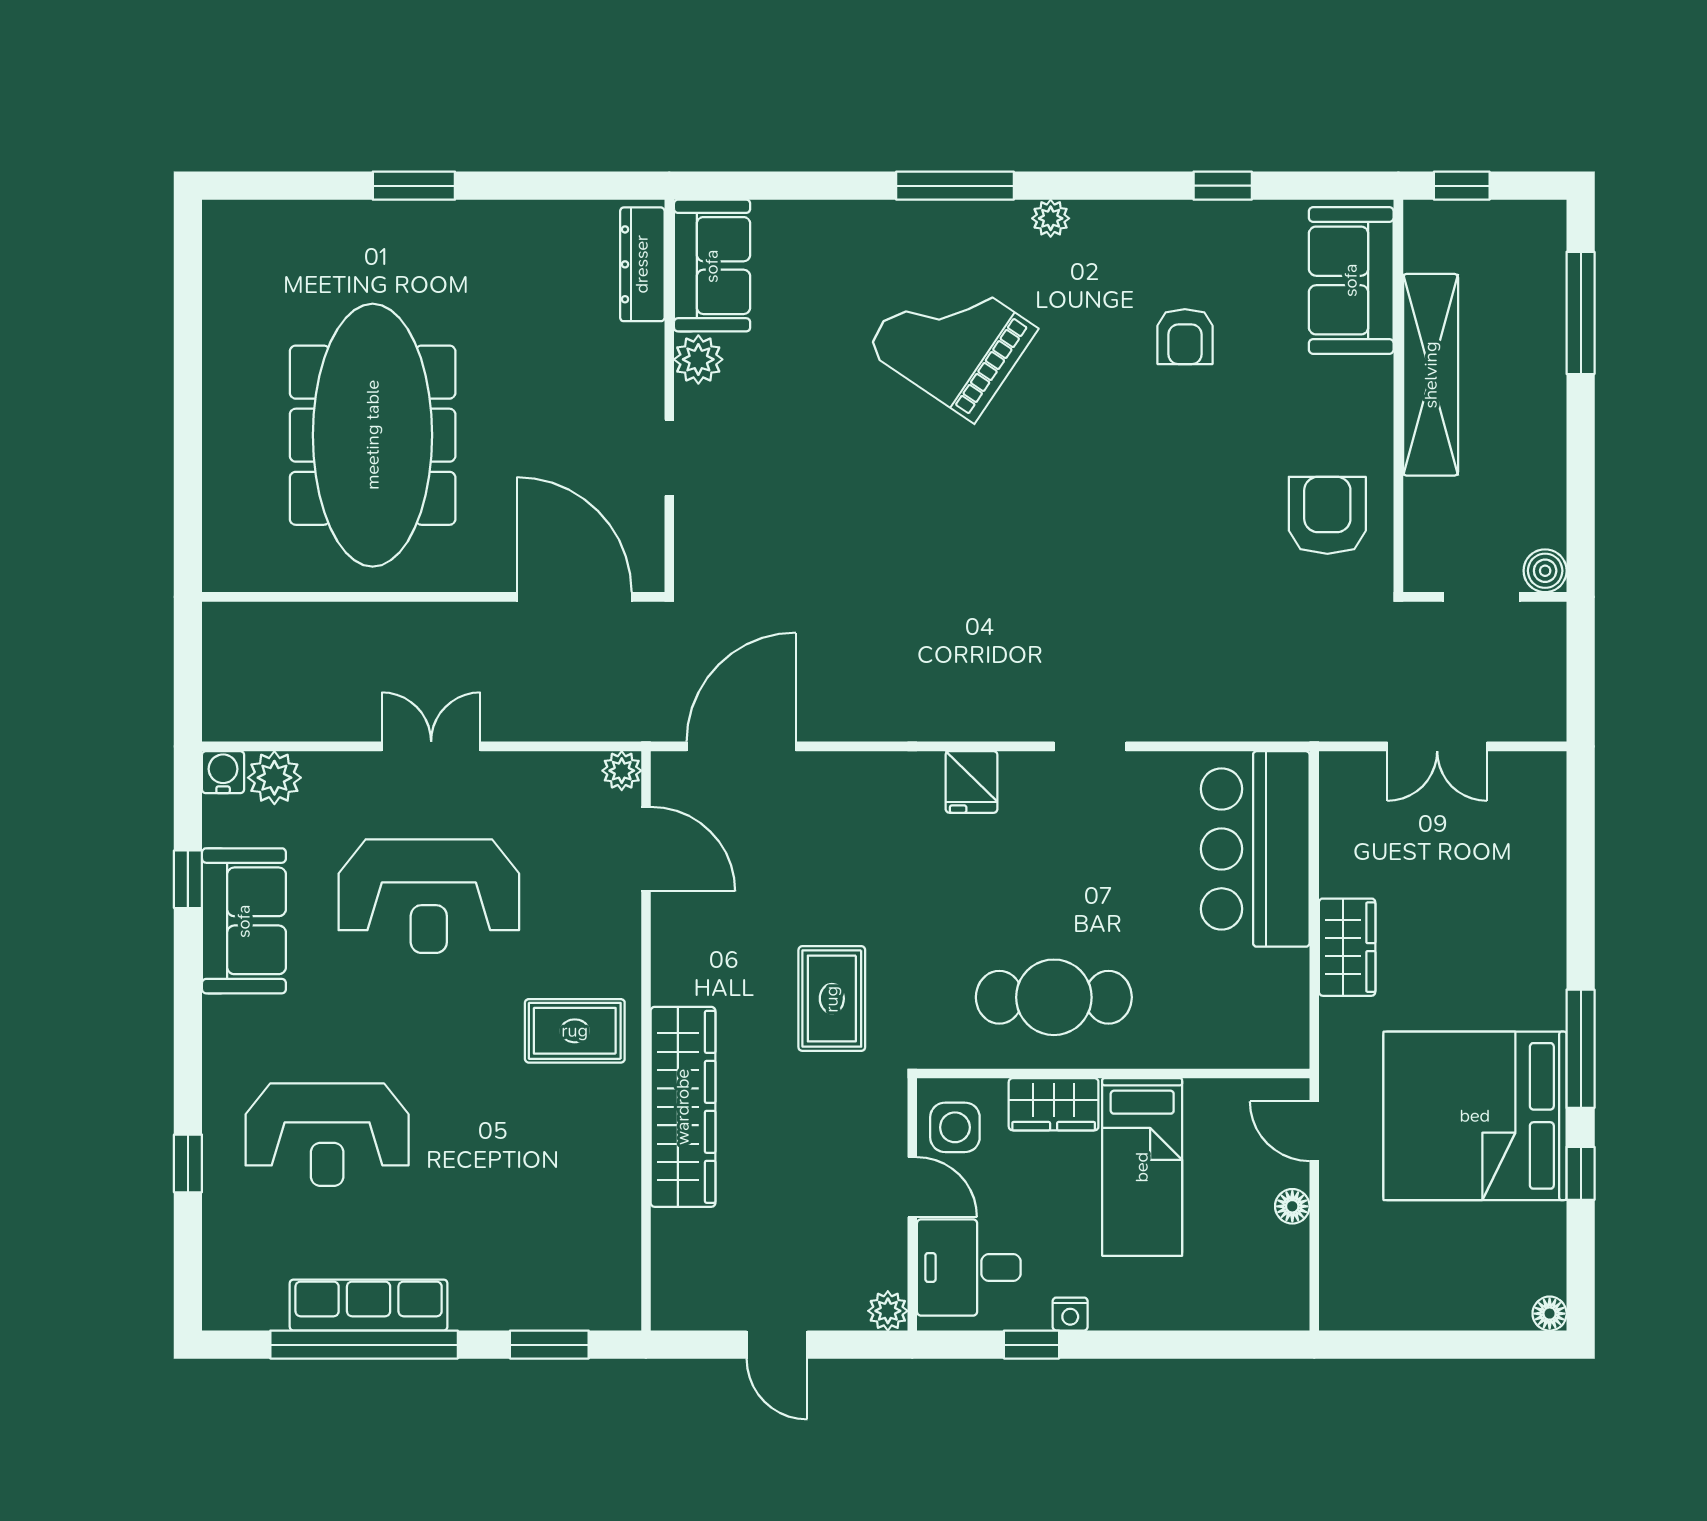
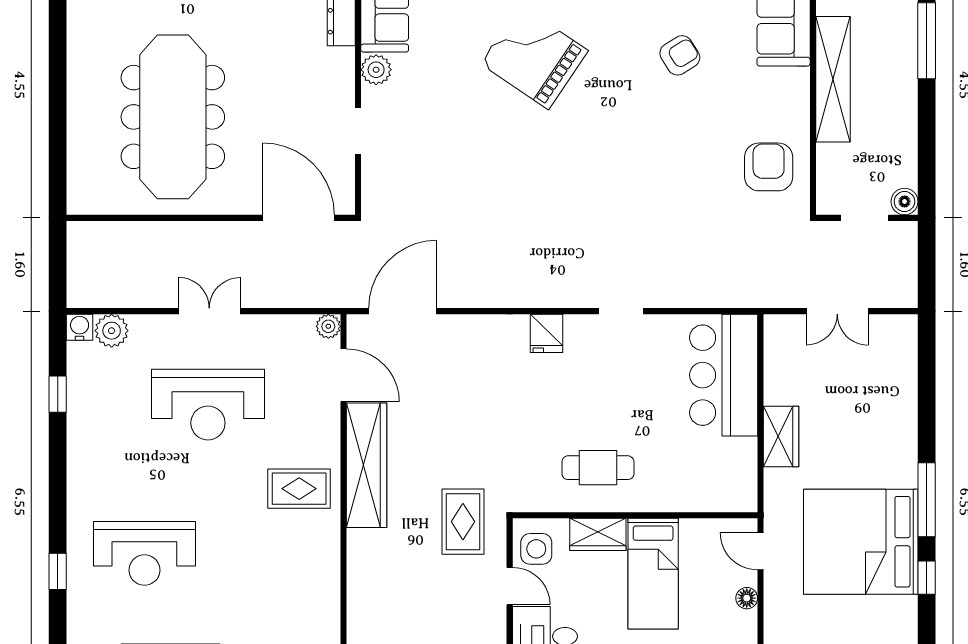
armchair: (1185, 337) -> (680, 55), turned -122
sofa: (244, 921) -> (93, 420), removed
cafe table: (1054, 997) -> (598, 468), width x0.73, depth x0.74
rug: (832, 999) -> (463, 522), moved
wardrobe: (683, 1107) -> (367, 465), moved

